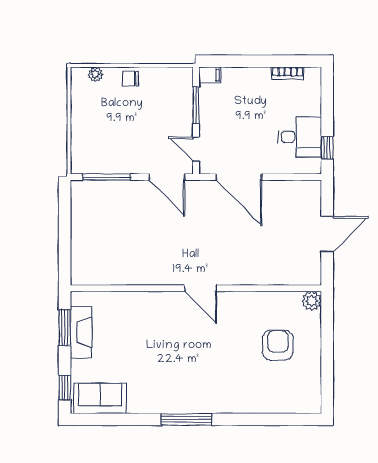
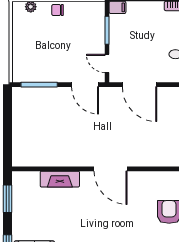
door: (201, 288) -> (111, 169), width x1.36
fireplace: (81, 332) -> (60, 179), moved, turned 90

